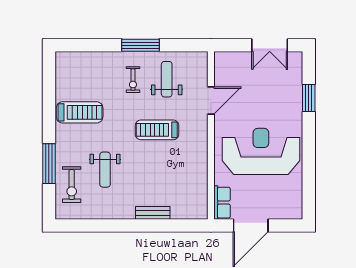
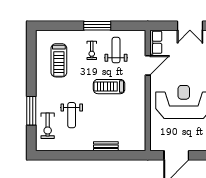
treadmill: (80, 112) -> (59, 60), moved, turned 90
row of seats: (222, 203) -> (156, 42), moved

